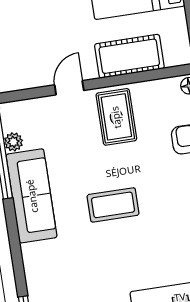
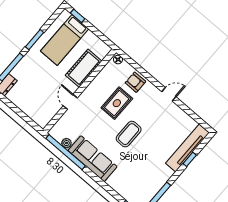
rug: (116, 117) -> (117, 103), moved, turned 90

